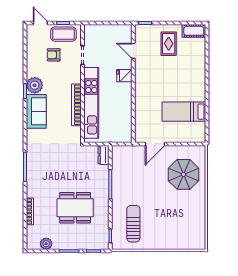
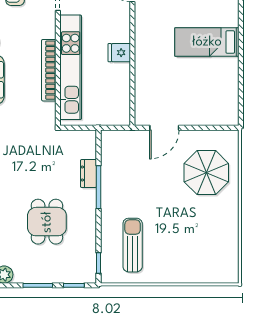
fridge: (124, 76) -> (119, 53), moved
bed: (184, 112) -> (207, 42), moved
dresser: (103, 155) -> (88, 174), moved
dining table: (75, 208) -> (47, 222), width x0.73

